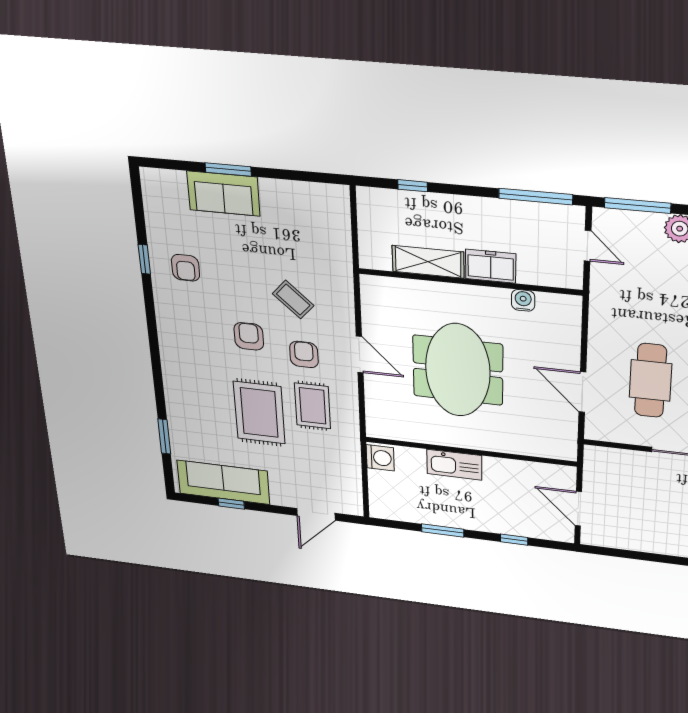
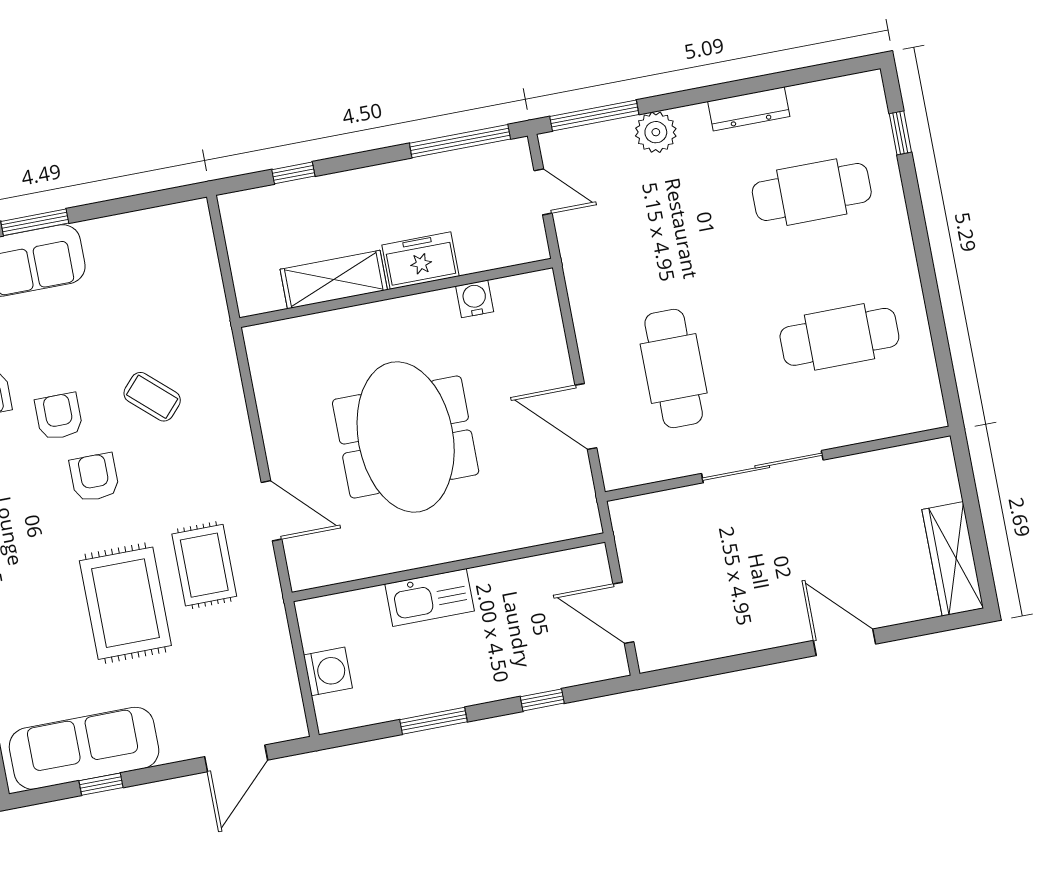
door: (360, 354) -> (271, 511), moved
armchair: (304, 355) -> (59, 416), moved
washing machine: (380, 458) -> (328, 671), moved

